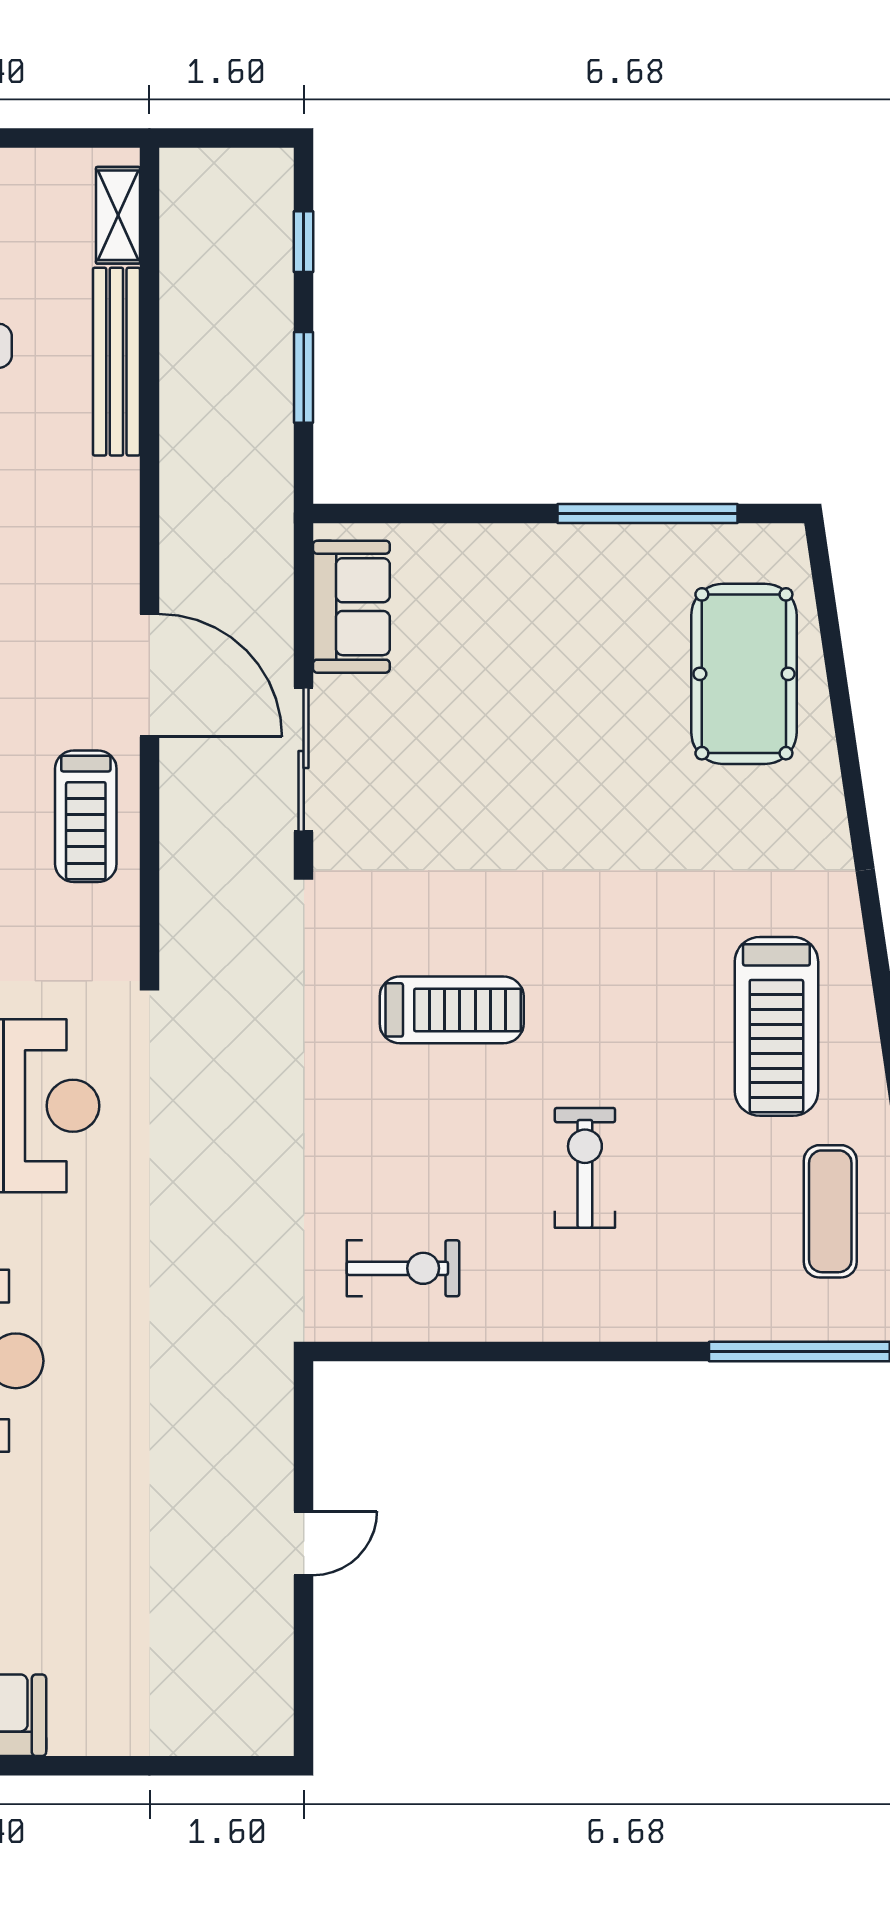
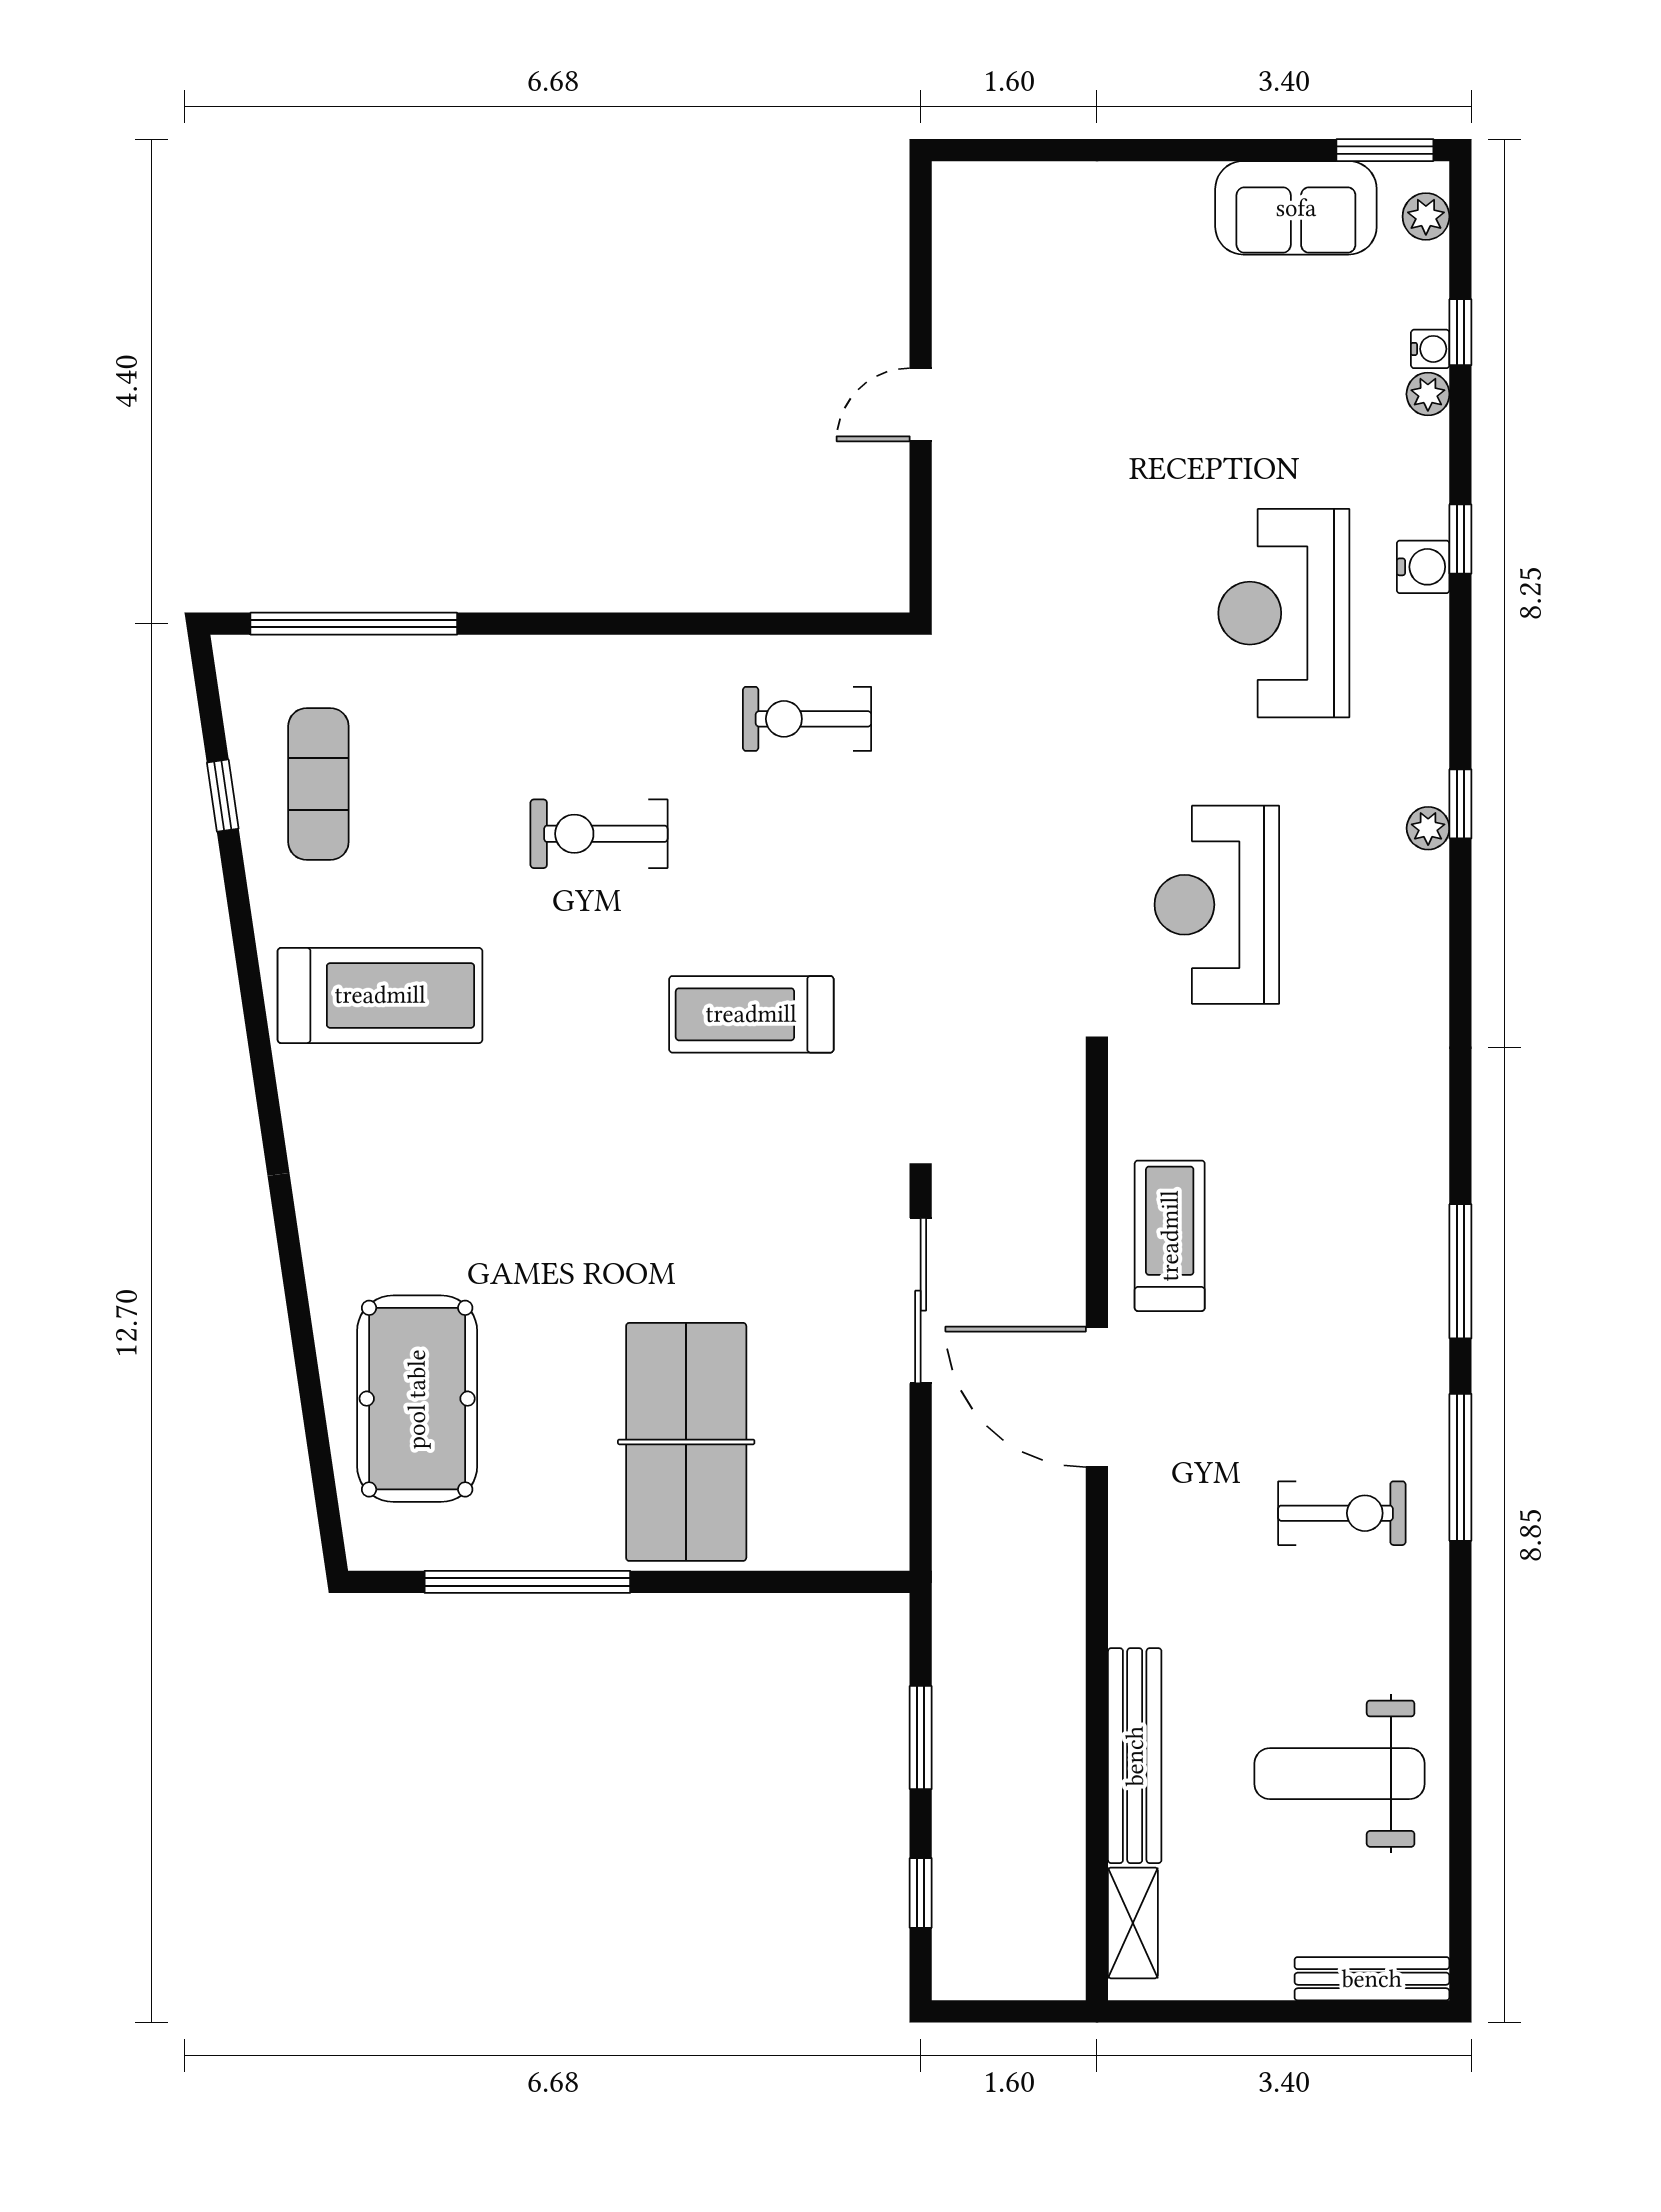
sofa: (351, 607) -> (866, 1475), removed
table tennis table: (509, 636) -> (686, 1442), added
treadmill: (776, 1026) -> (380, 995), turned 90
exercise bike: (585, 1168) -> (599, 834), turned 90

